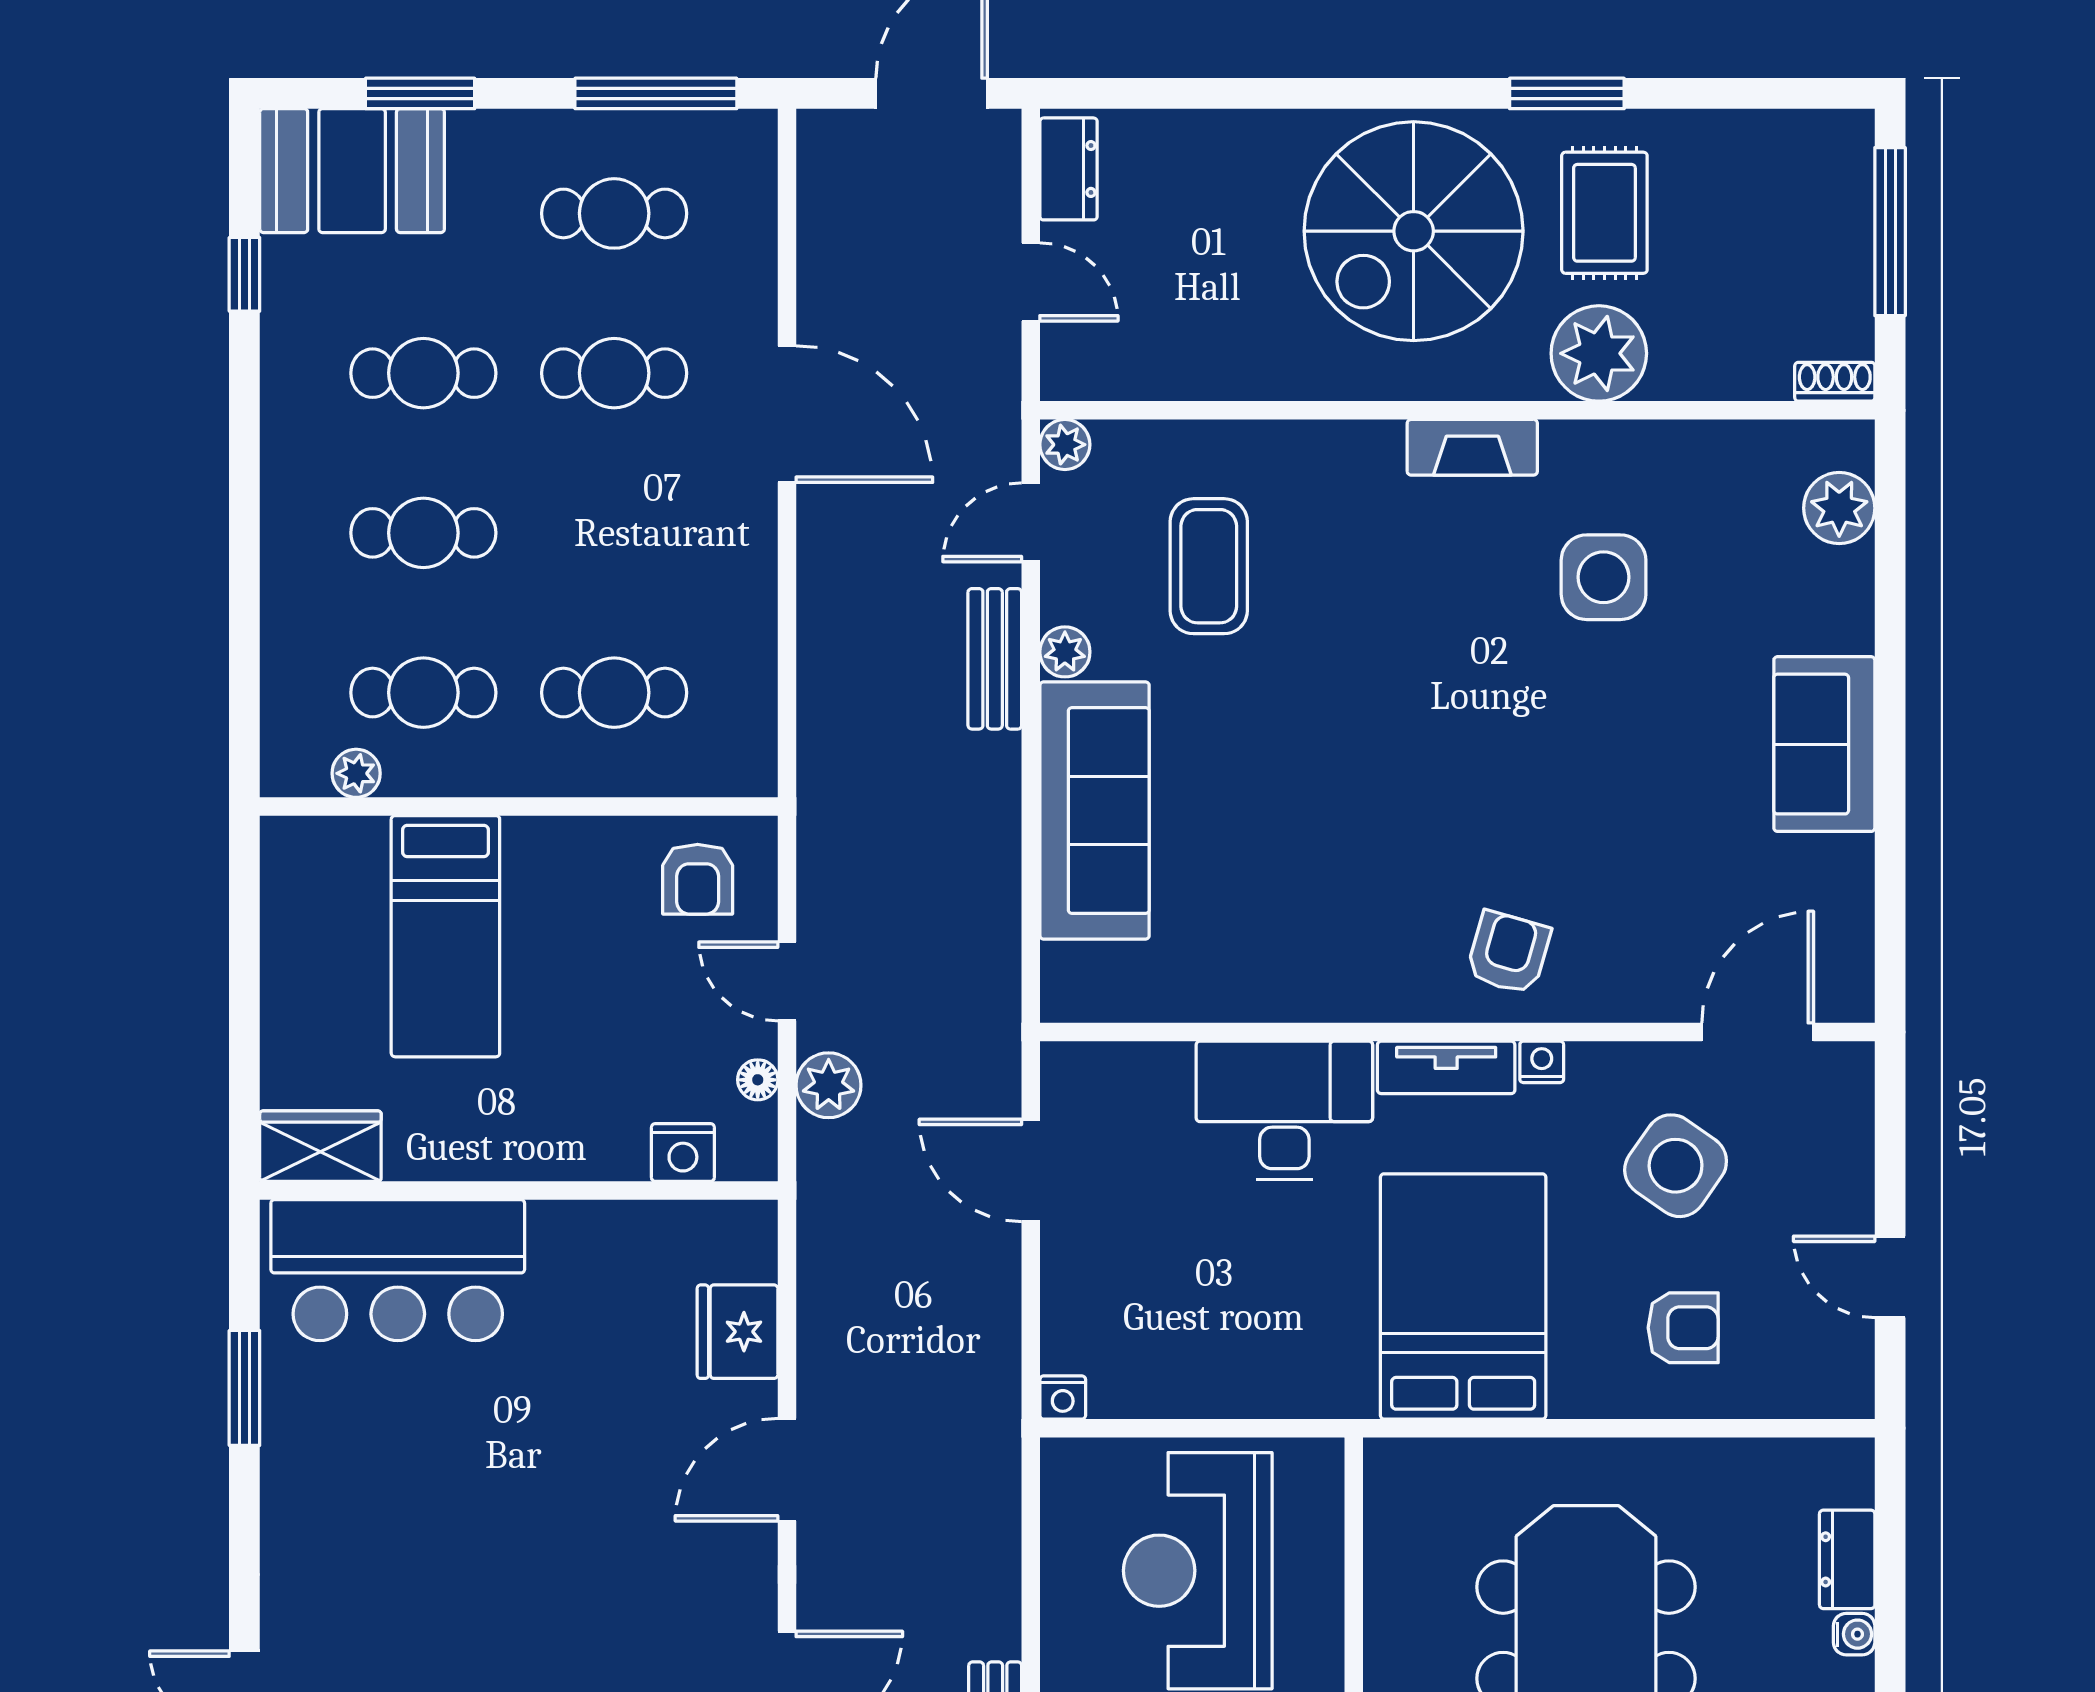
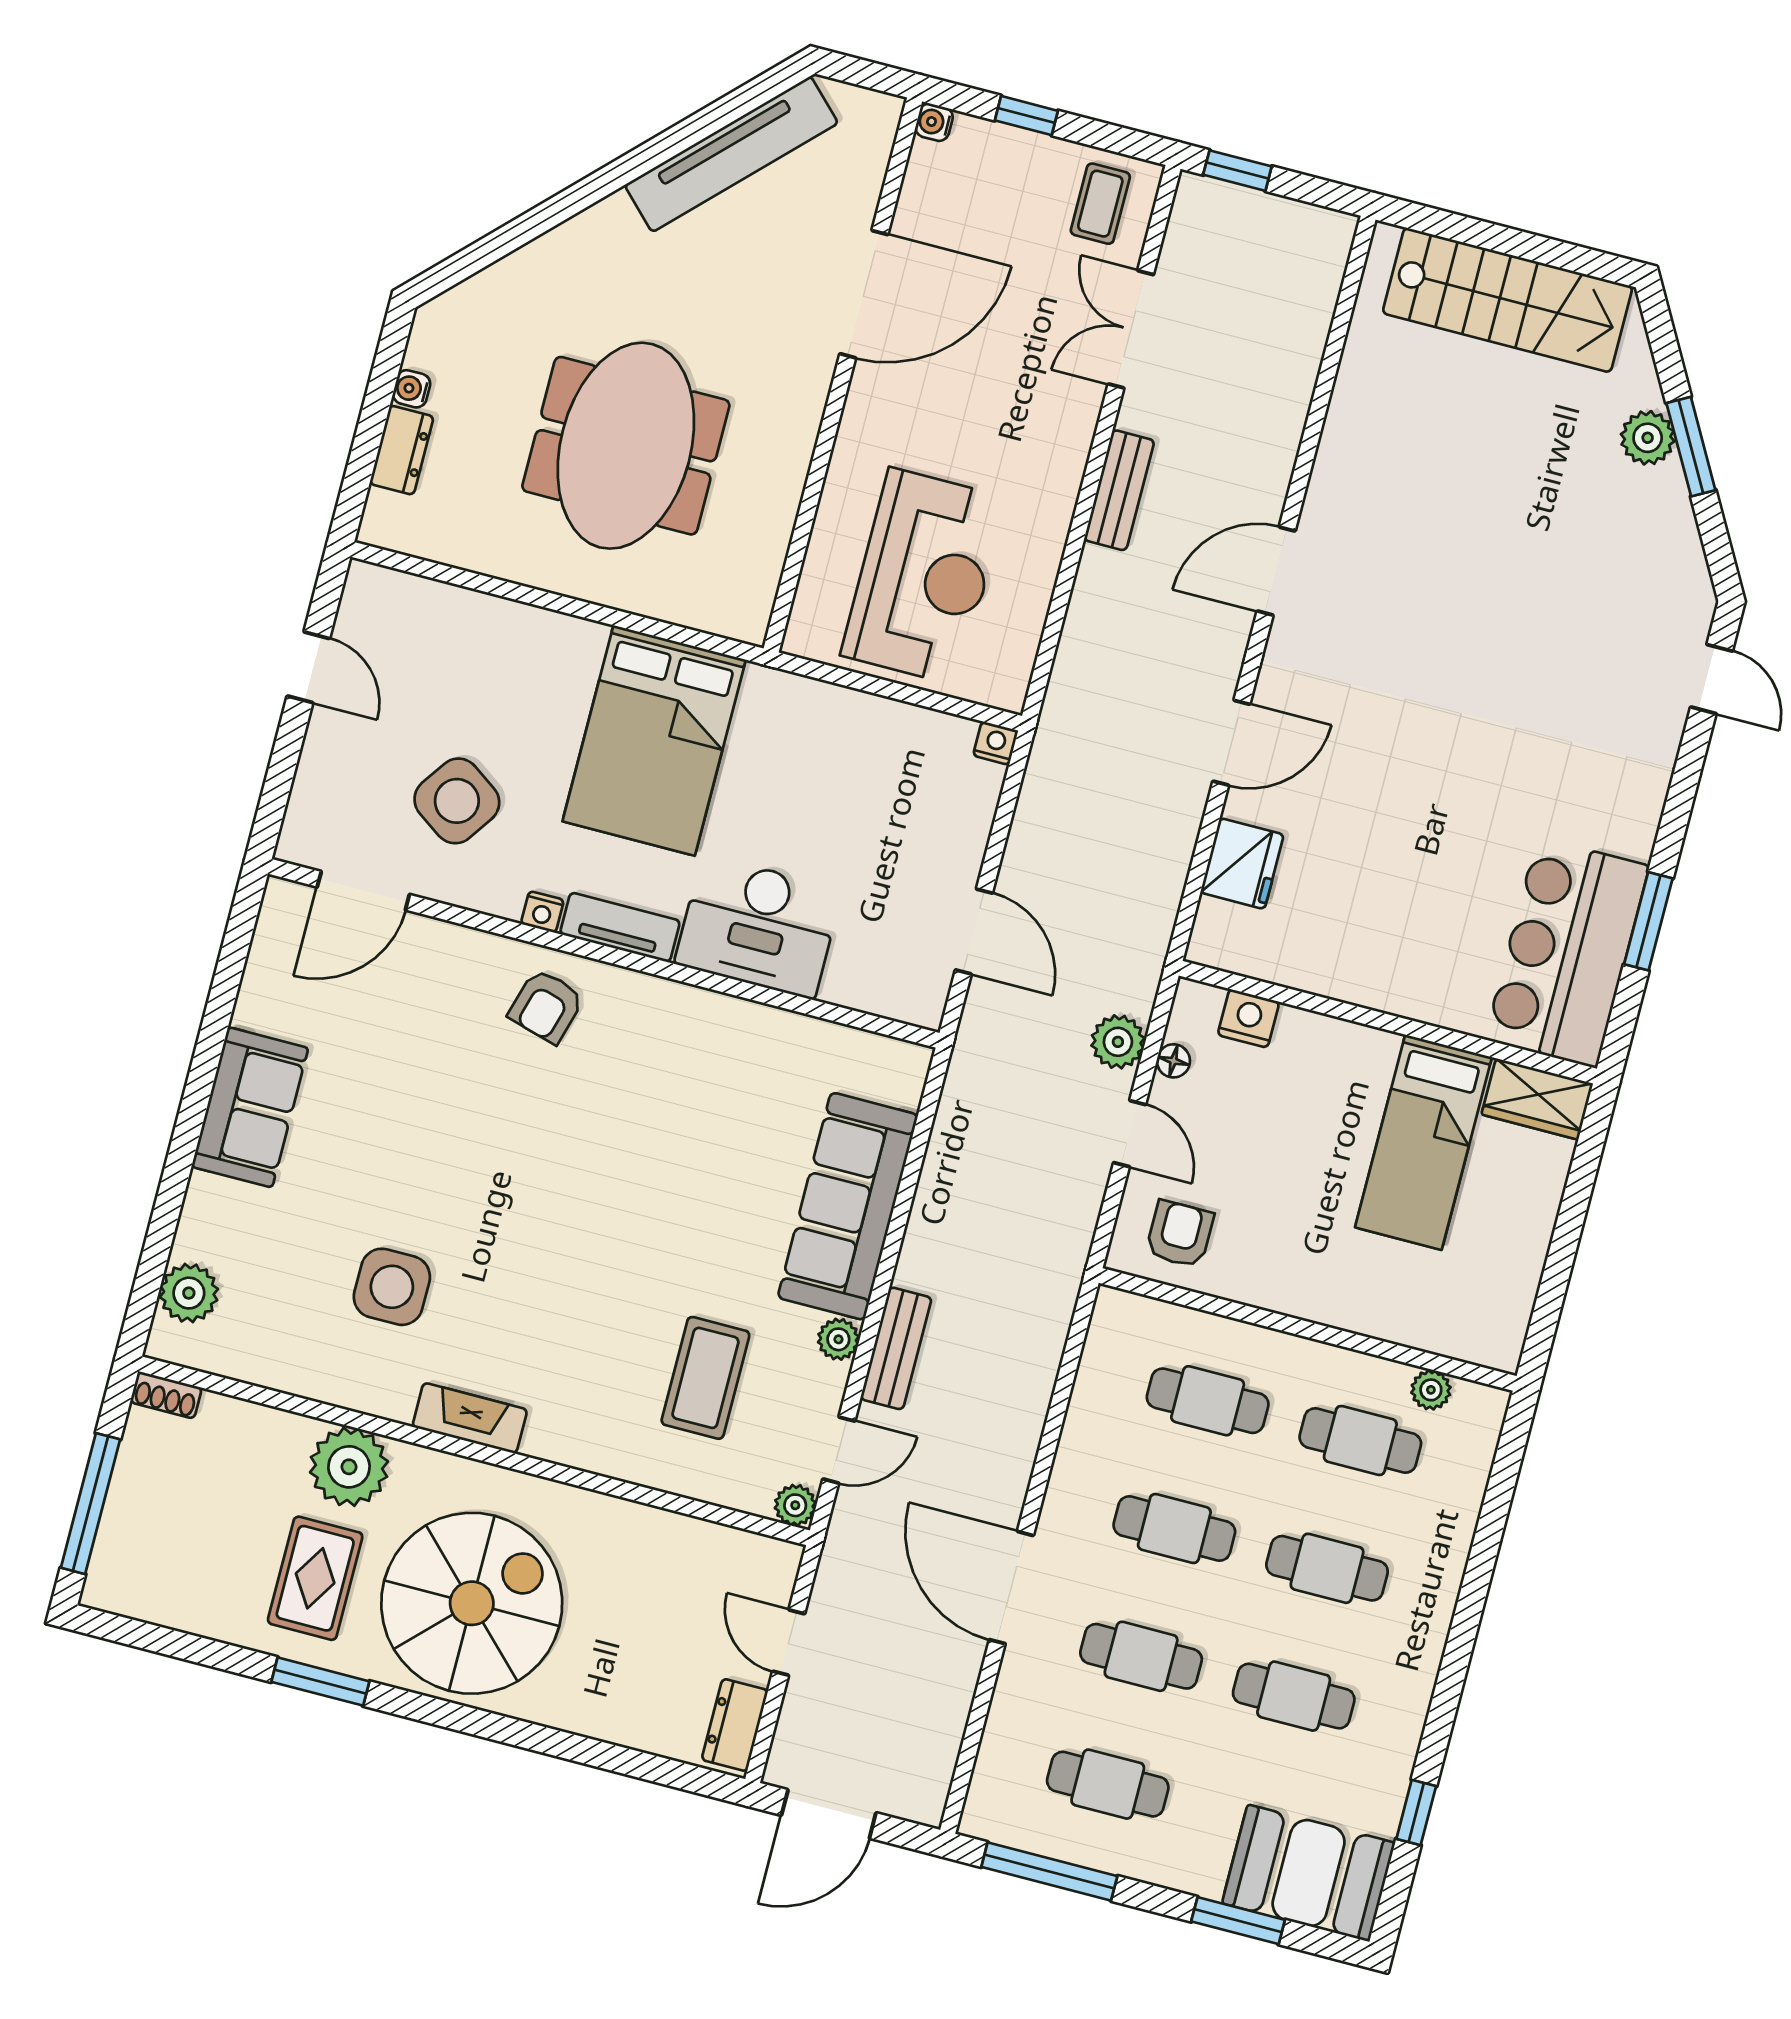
cafe table: (614, 533) -> (1174, 1529), added
bed: (445, 936) -> (1423, 1142), moved, turned 180
bar counter: (398, 1270) -> (1567, 953), moved, turned -90
armchair: (1683, 1328) -> (485, 670), removed

